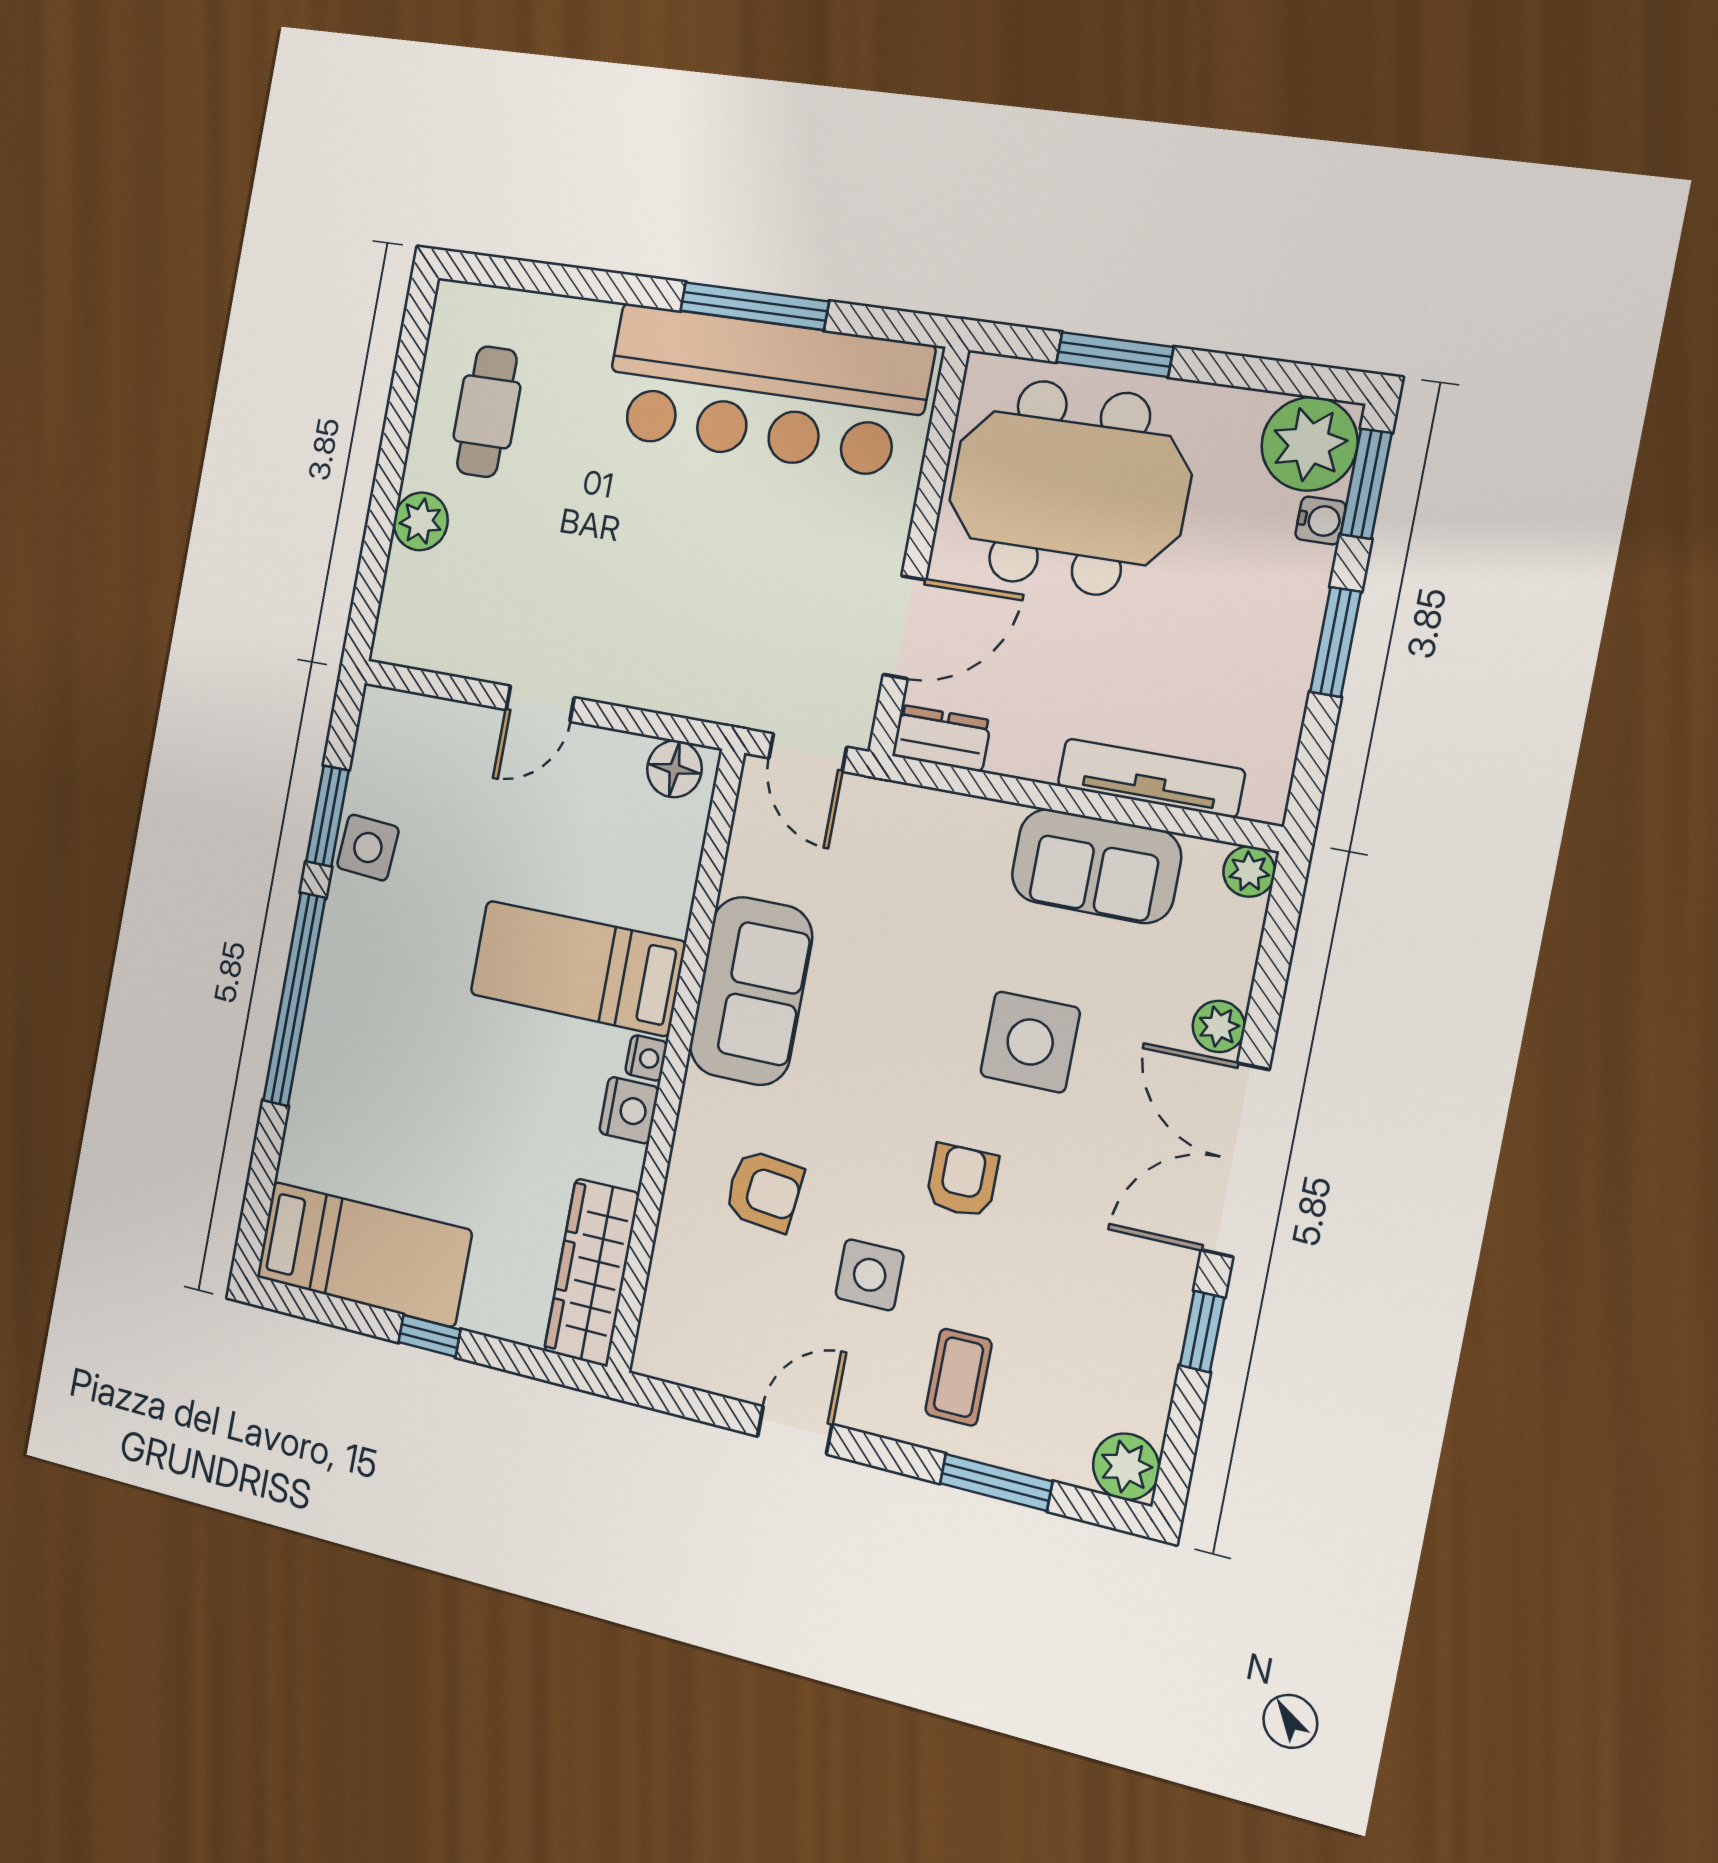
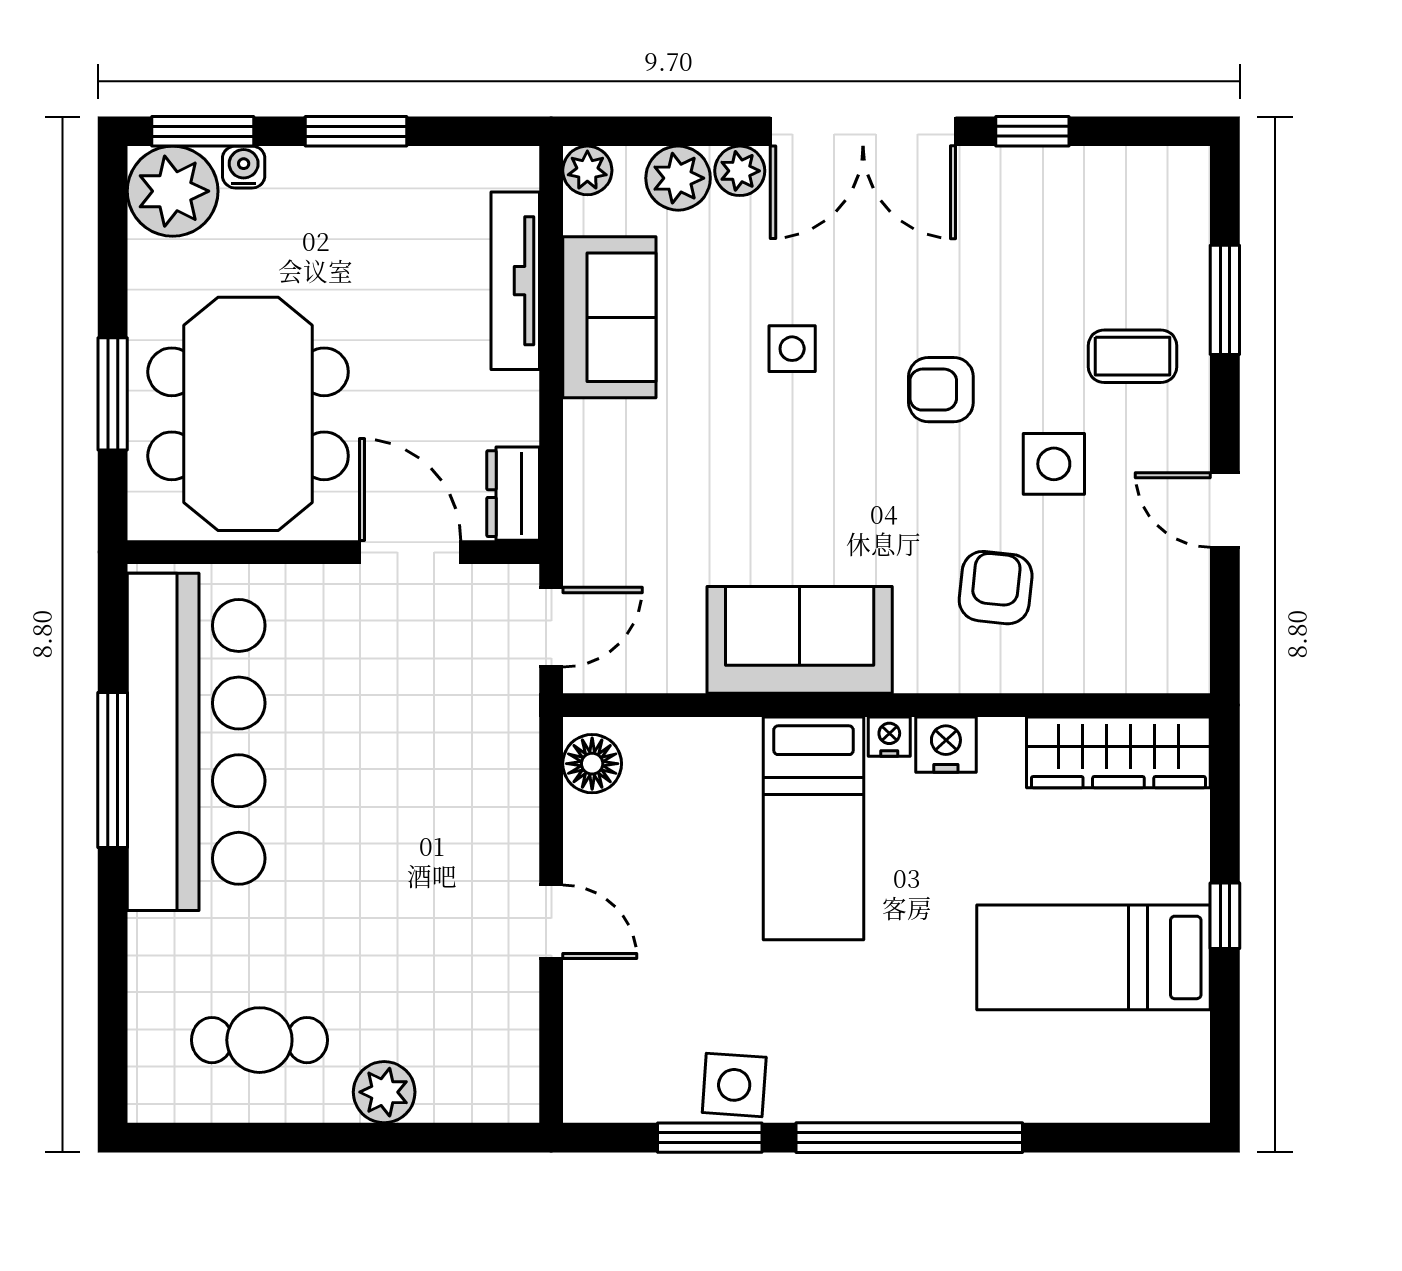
side table: (1030, 1042) -> (792, 349), width x0.54, depth x0.54
bed: (363, 1254) -> (1094, 957), moved, turned -90
plant: (1126, 1467) -> (678, 178), moved

